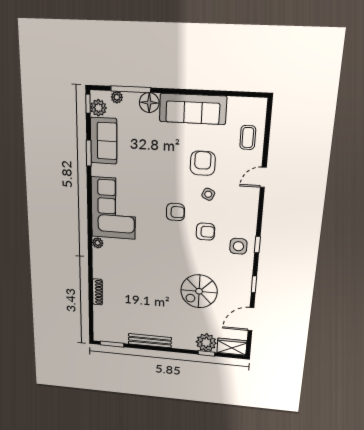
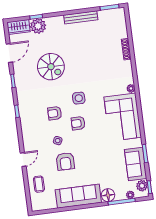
side table: (238, 246) -> (79, 98), moved
spiral stairs: (199, 291) -> (51, 67), turned 90

